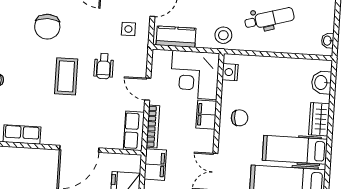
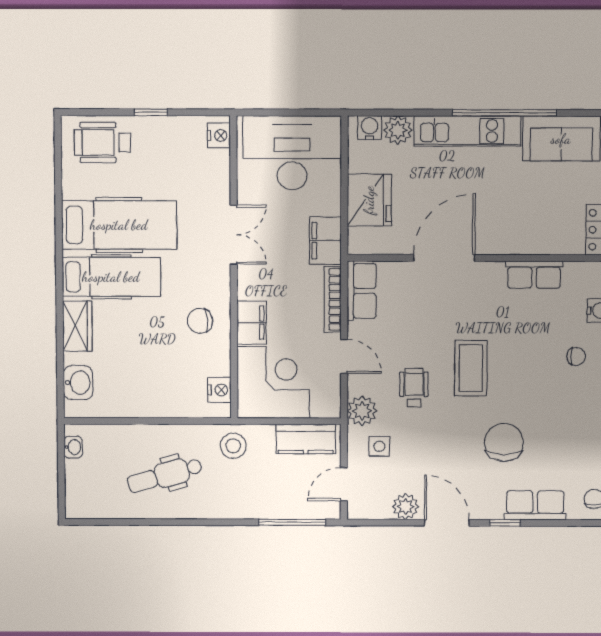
plant: (138, 53) -> (362, 411), added

